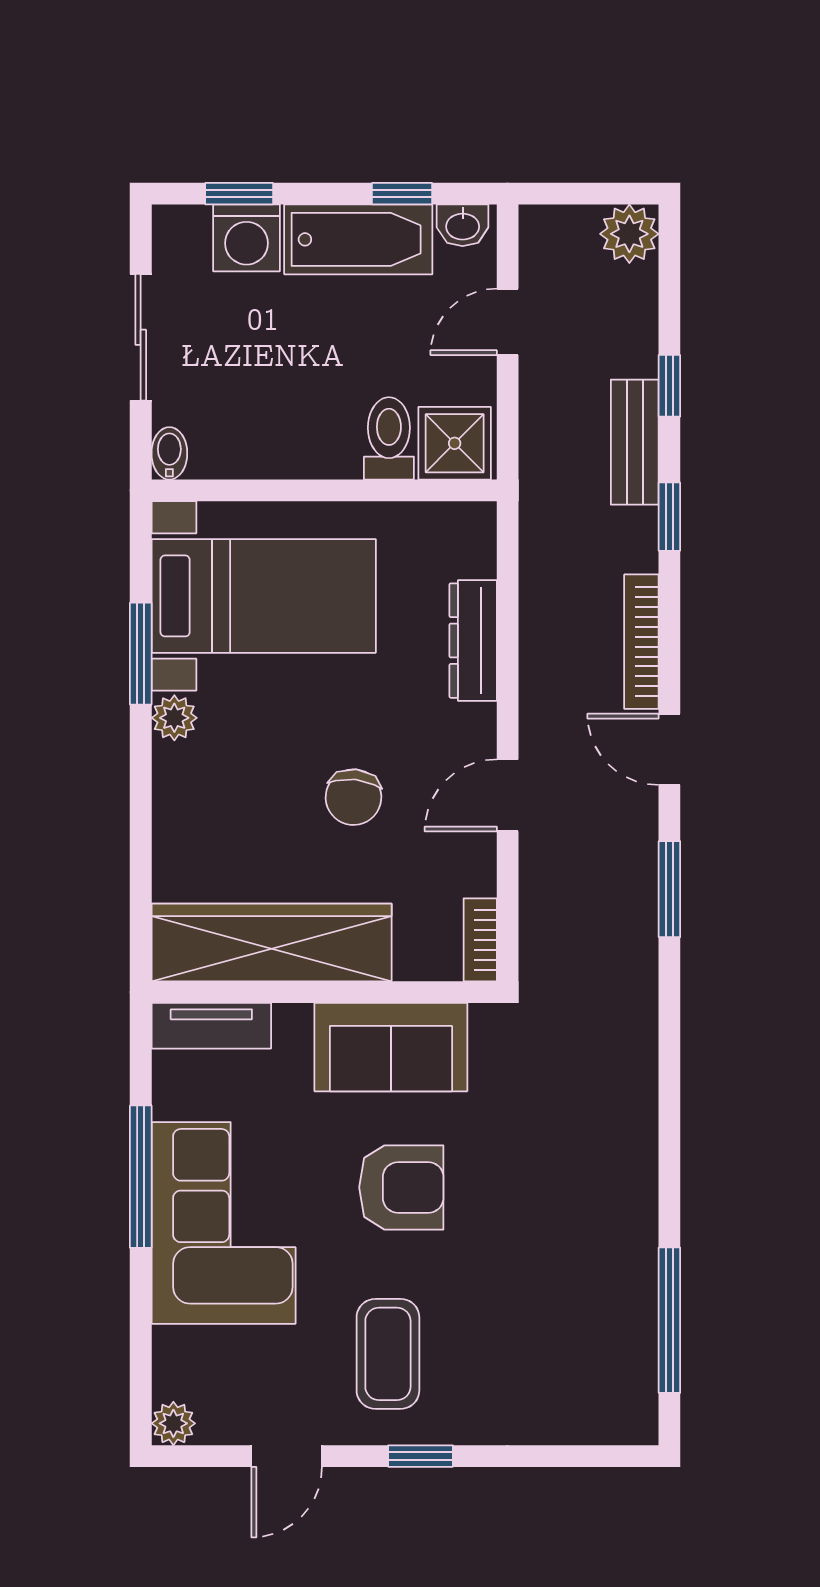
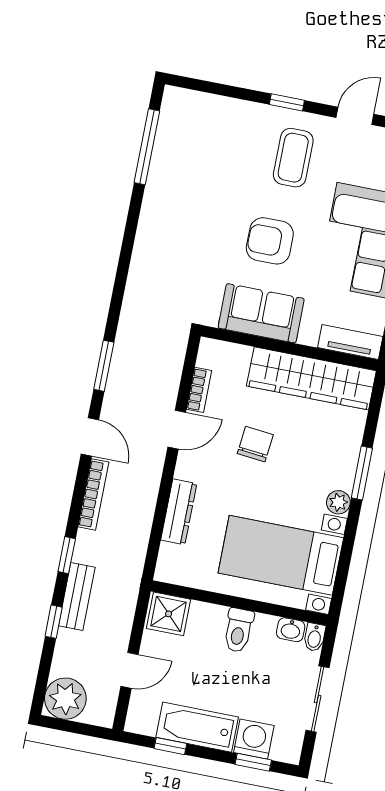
washbasin: (463, 225) -> (291, 630), moved, turned 180
plant: (629, 234) -> (65, 699), width x1.36, depth x1.36
toilet: (389, 438) -> (238, 630), moved
window: (141, 654) -> (362, 473), moved
bookcase: (480, 940) -> (199, 390), moved

